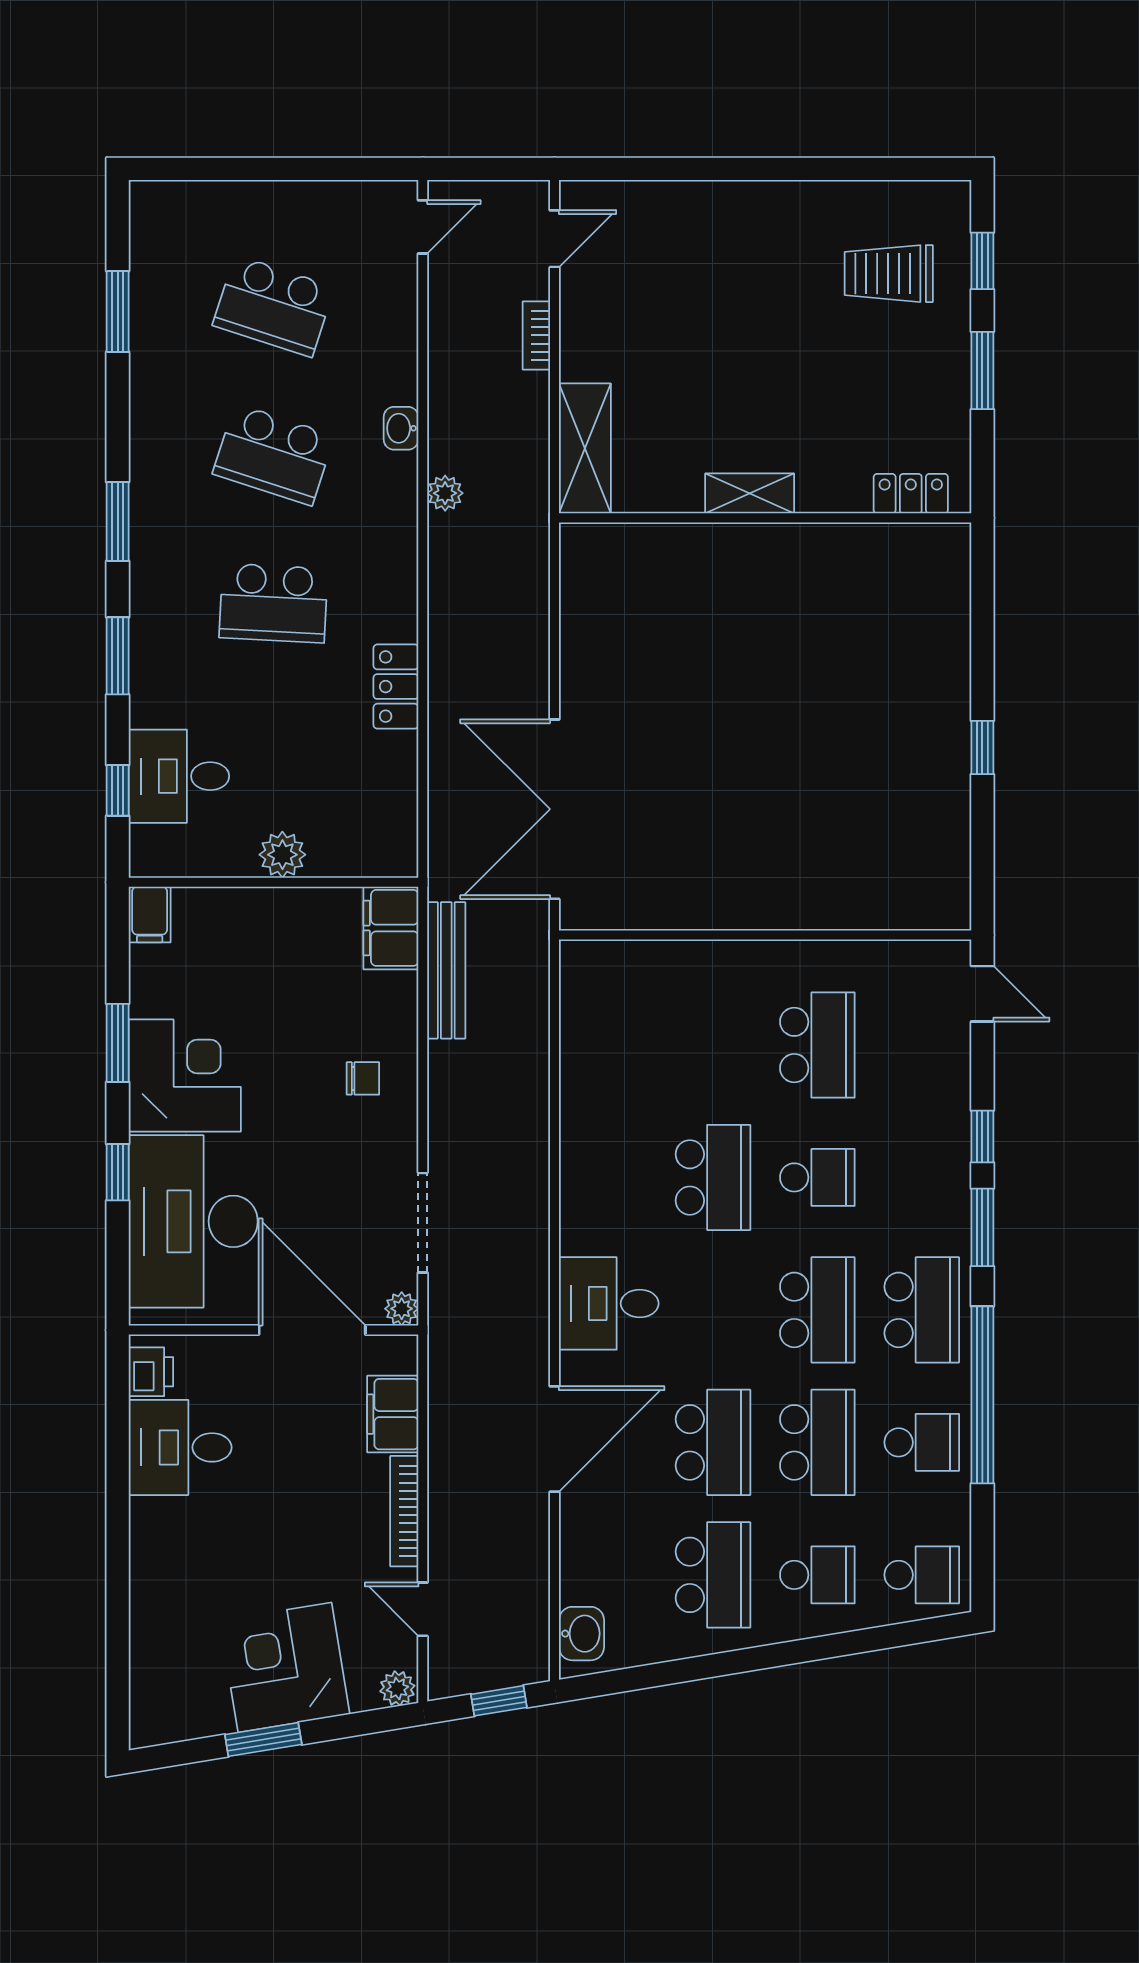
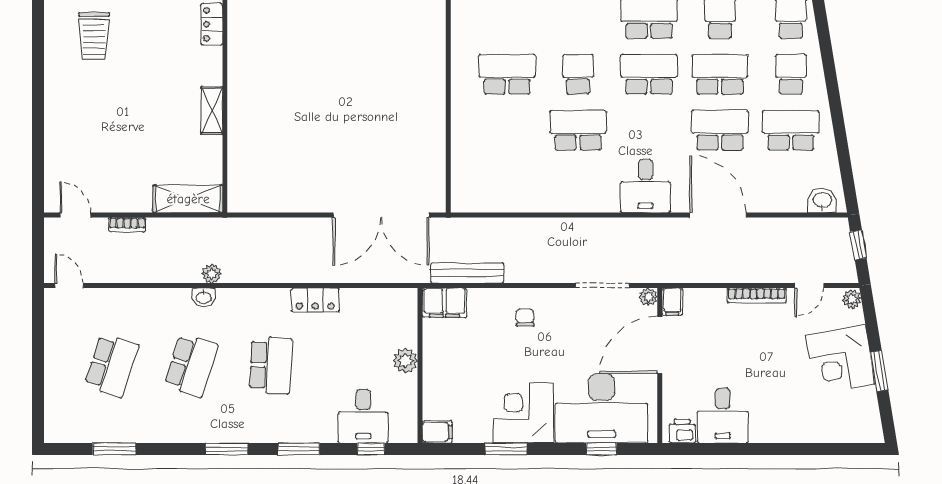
washbasin: (401, 428) -> (204, 297), moved
window: (118, 1172) -> (601, 449), moved
filing cabinet: (393, 1414) -> (672, 302), moved, width x0.50

